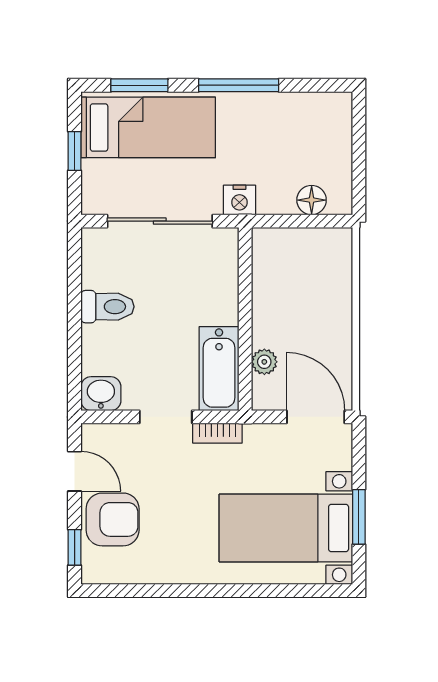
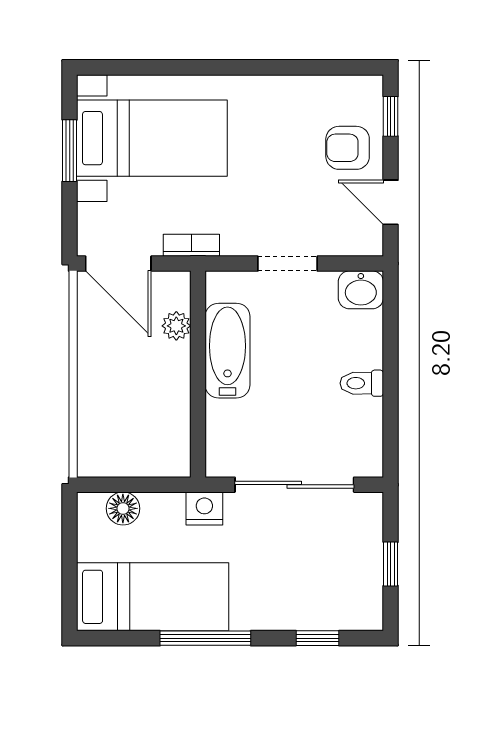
window: (139, 85) -> (317, 638), width x0.67
bed: (148, 127) -> (153, 597), moved, turned 180
toilet: (107, 307) -> (362, 383), width x0.73, depth x0.72
bathtub: (219, 369) -> (227, 351), moved
bookcase: (217, 433) -> (191, 245), moved
armchair: (113, 519) -> (348, 148), width x0.72, depth x0.72

